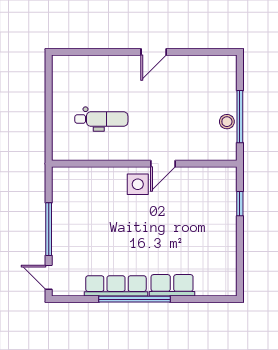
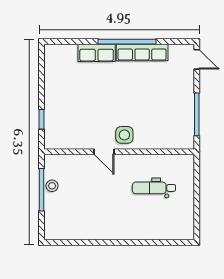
door: (154, 52) -> (112, 242), removed
door: (163, 164) -> (104, 152), swing flipped
window: (49, 229) -> (197, 114), moved

